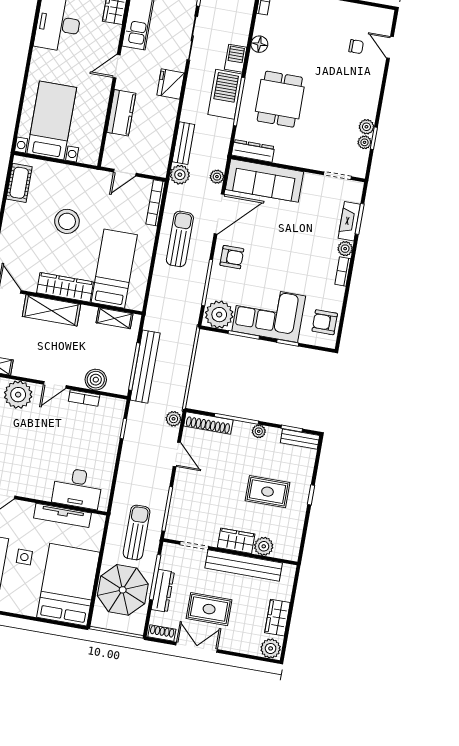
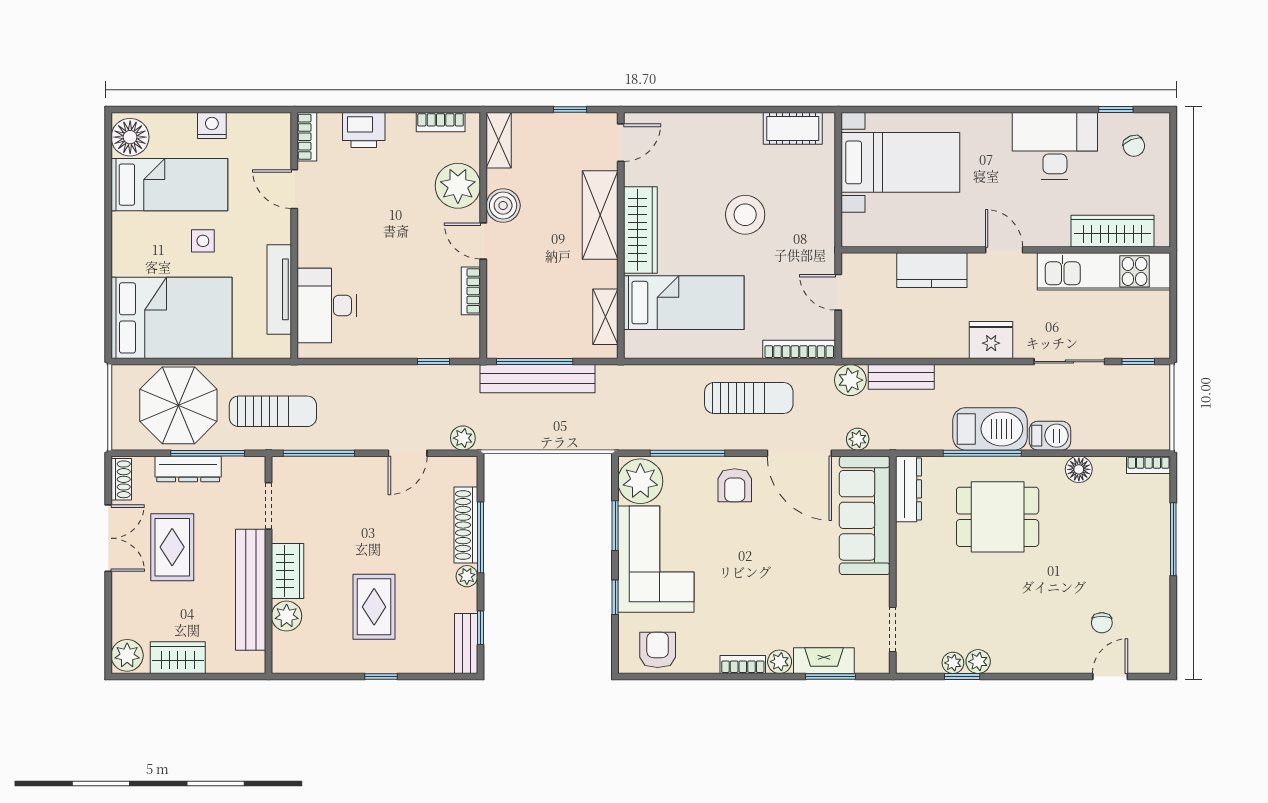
boiler: (96, 380) -> (503, 205), moved
shoe rack: (208, 423) -> (466, 525), moved

